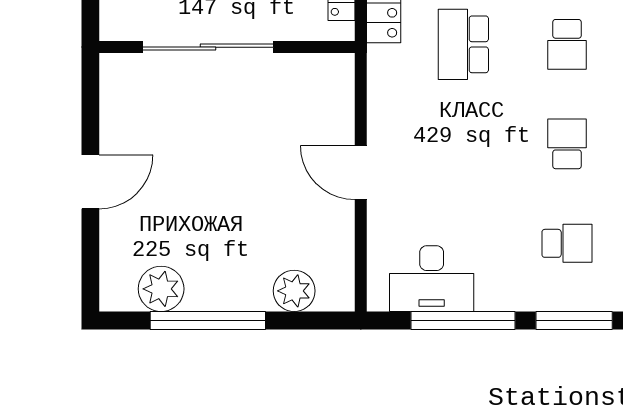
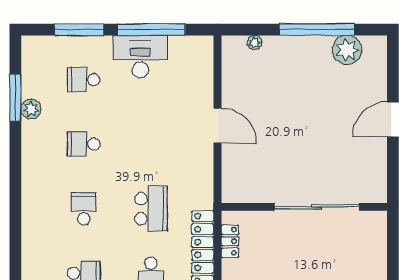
school desk: (567, 144) -> (84, 144), turned 90
desk: (432, 279) -> (140, 57), moved
plant: (294, 291) -> (254, 42), width x0.53, depth x0.53

